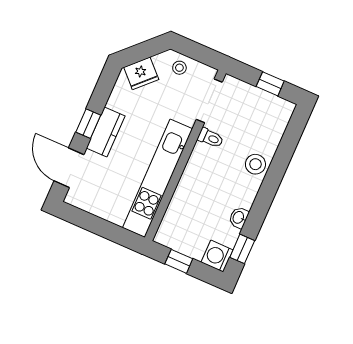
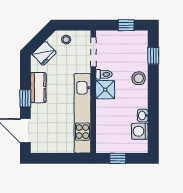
kitchen counter: (106, 132) -> (38, 88), moved
shower: (203, 160) -> (105, 90), added
window: (242, 249) -> (153, 56), moved
washing machine: (217, 256) -> (140, 131), moved

